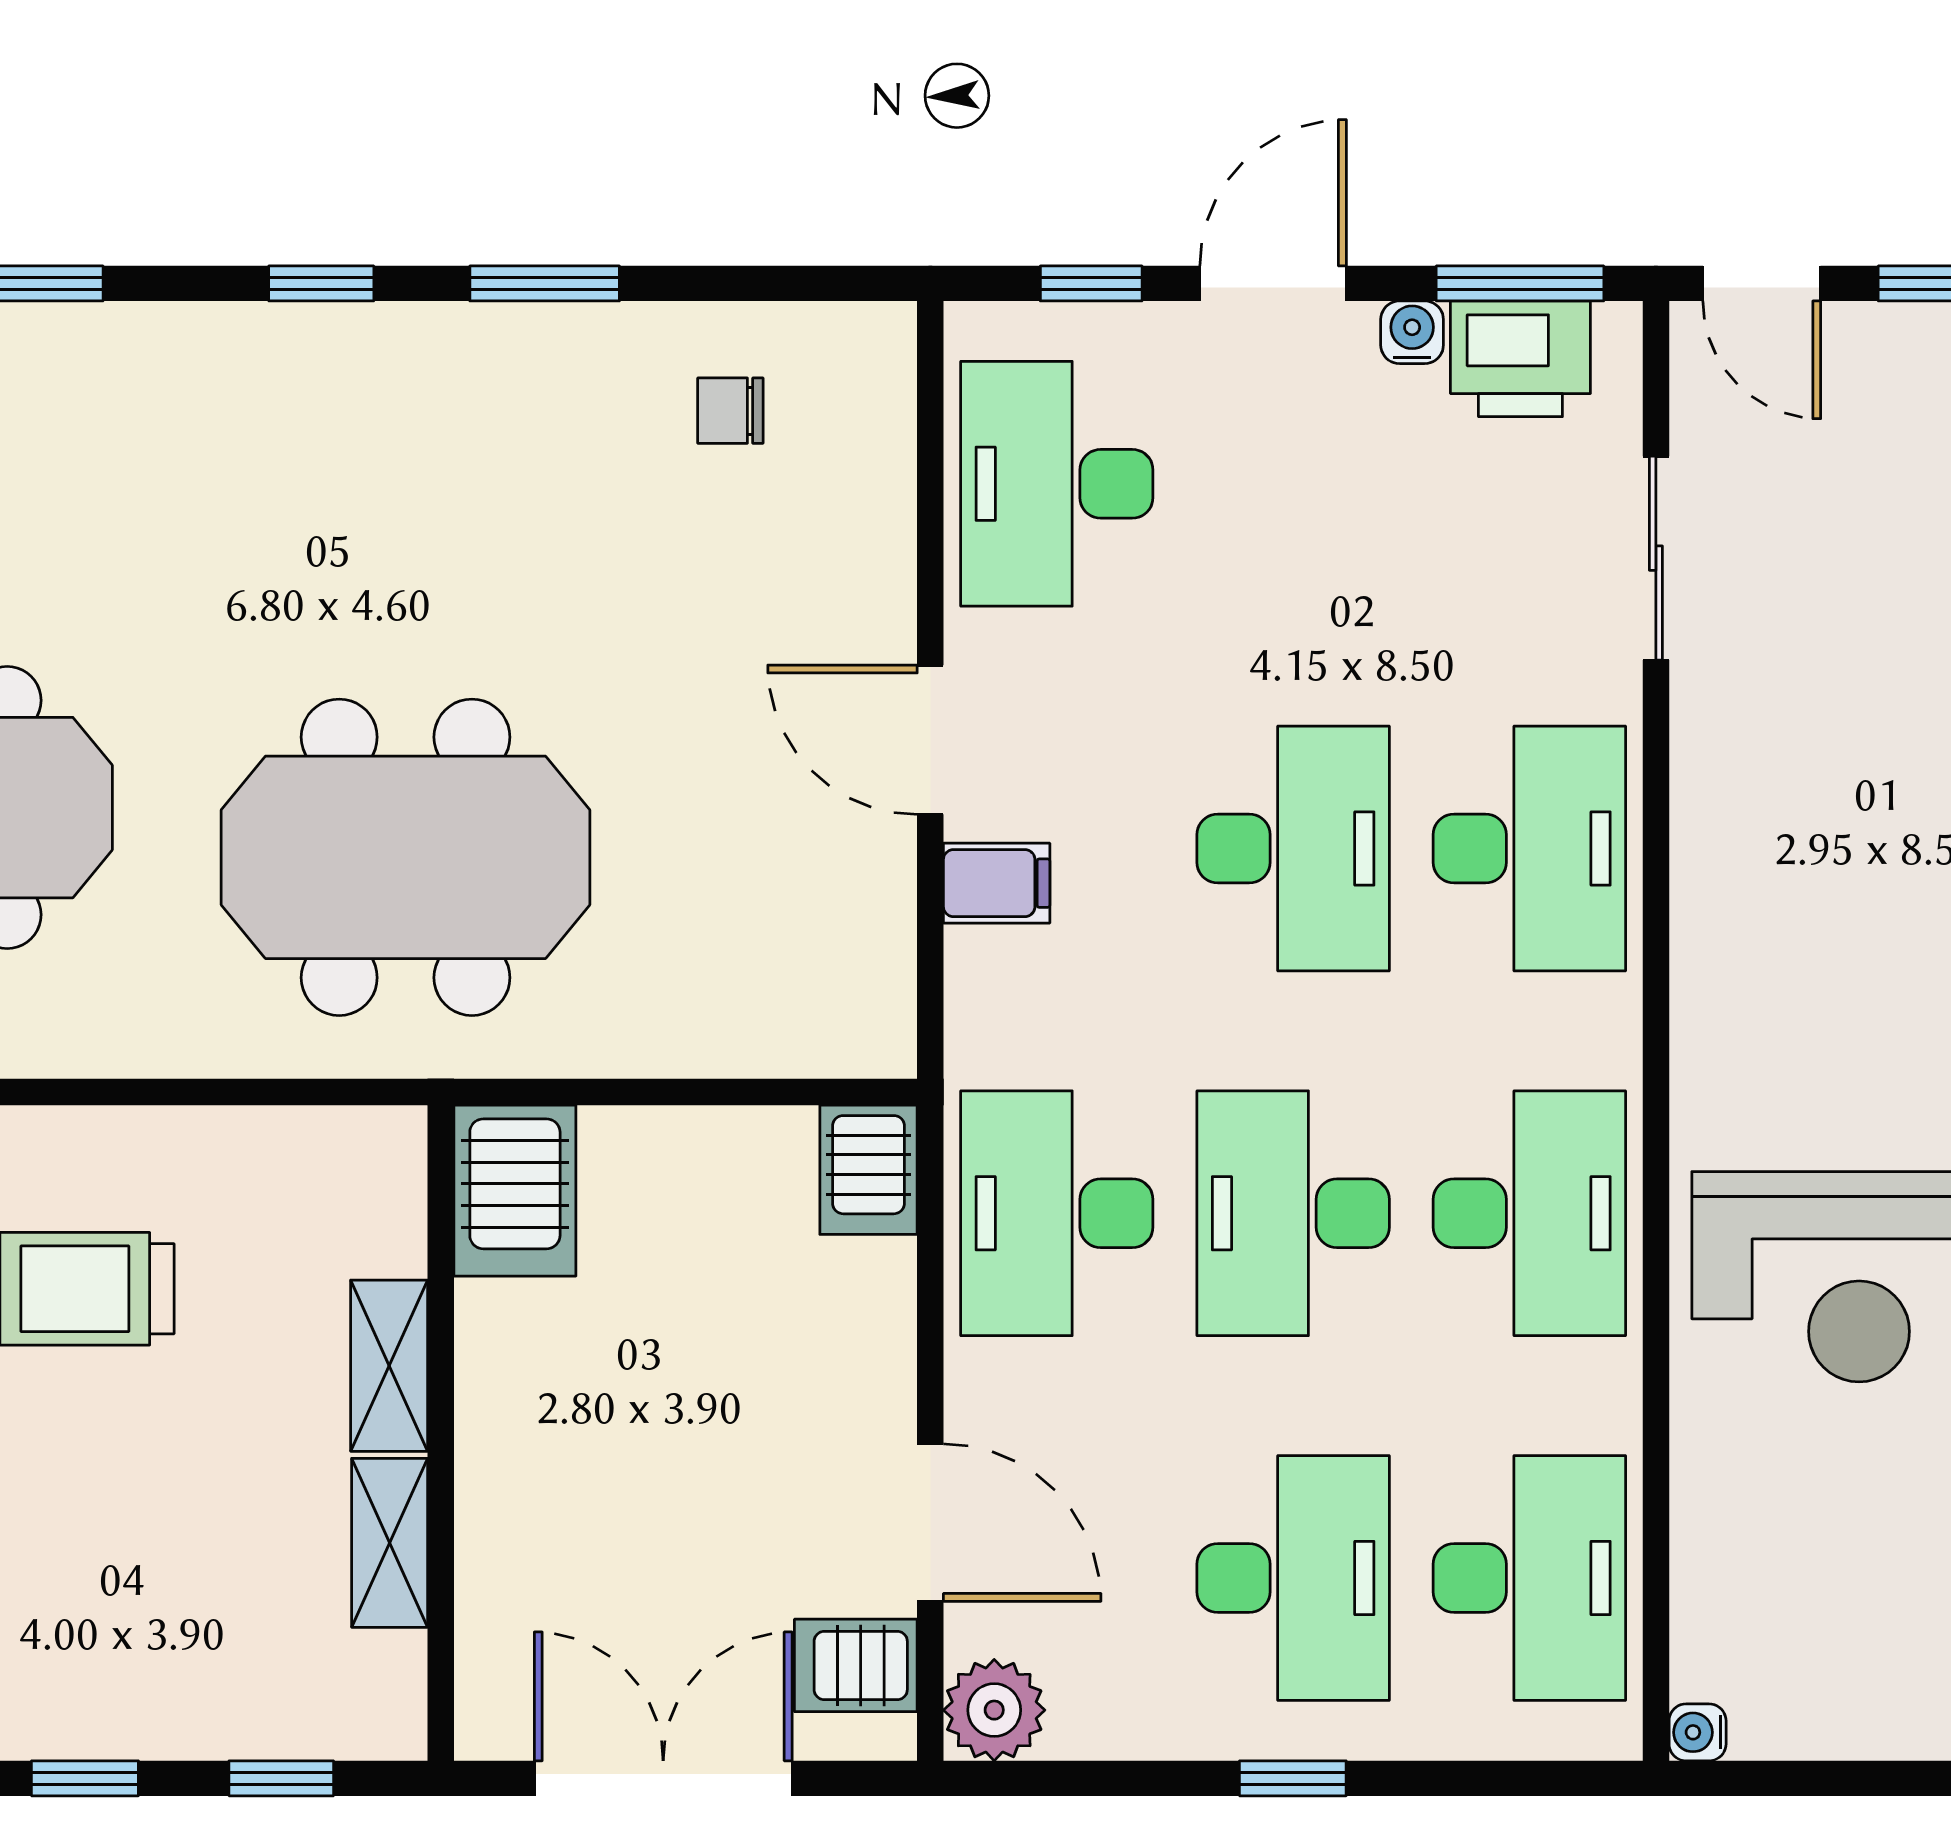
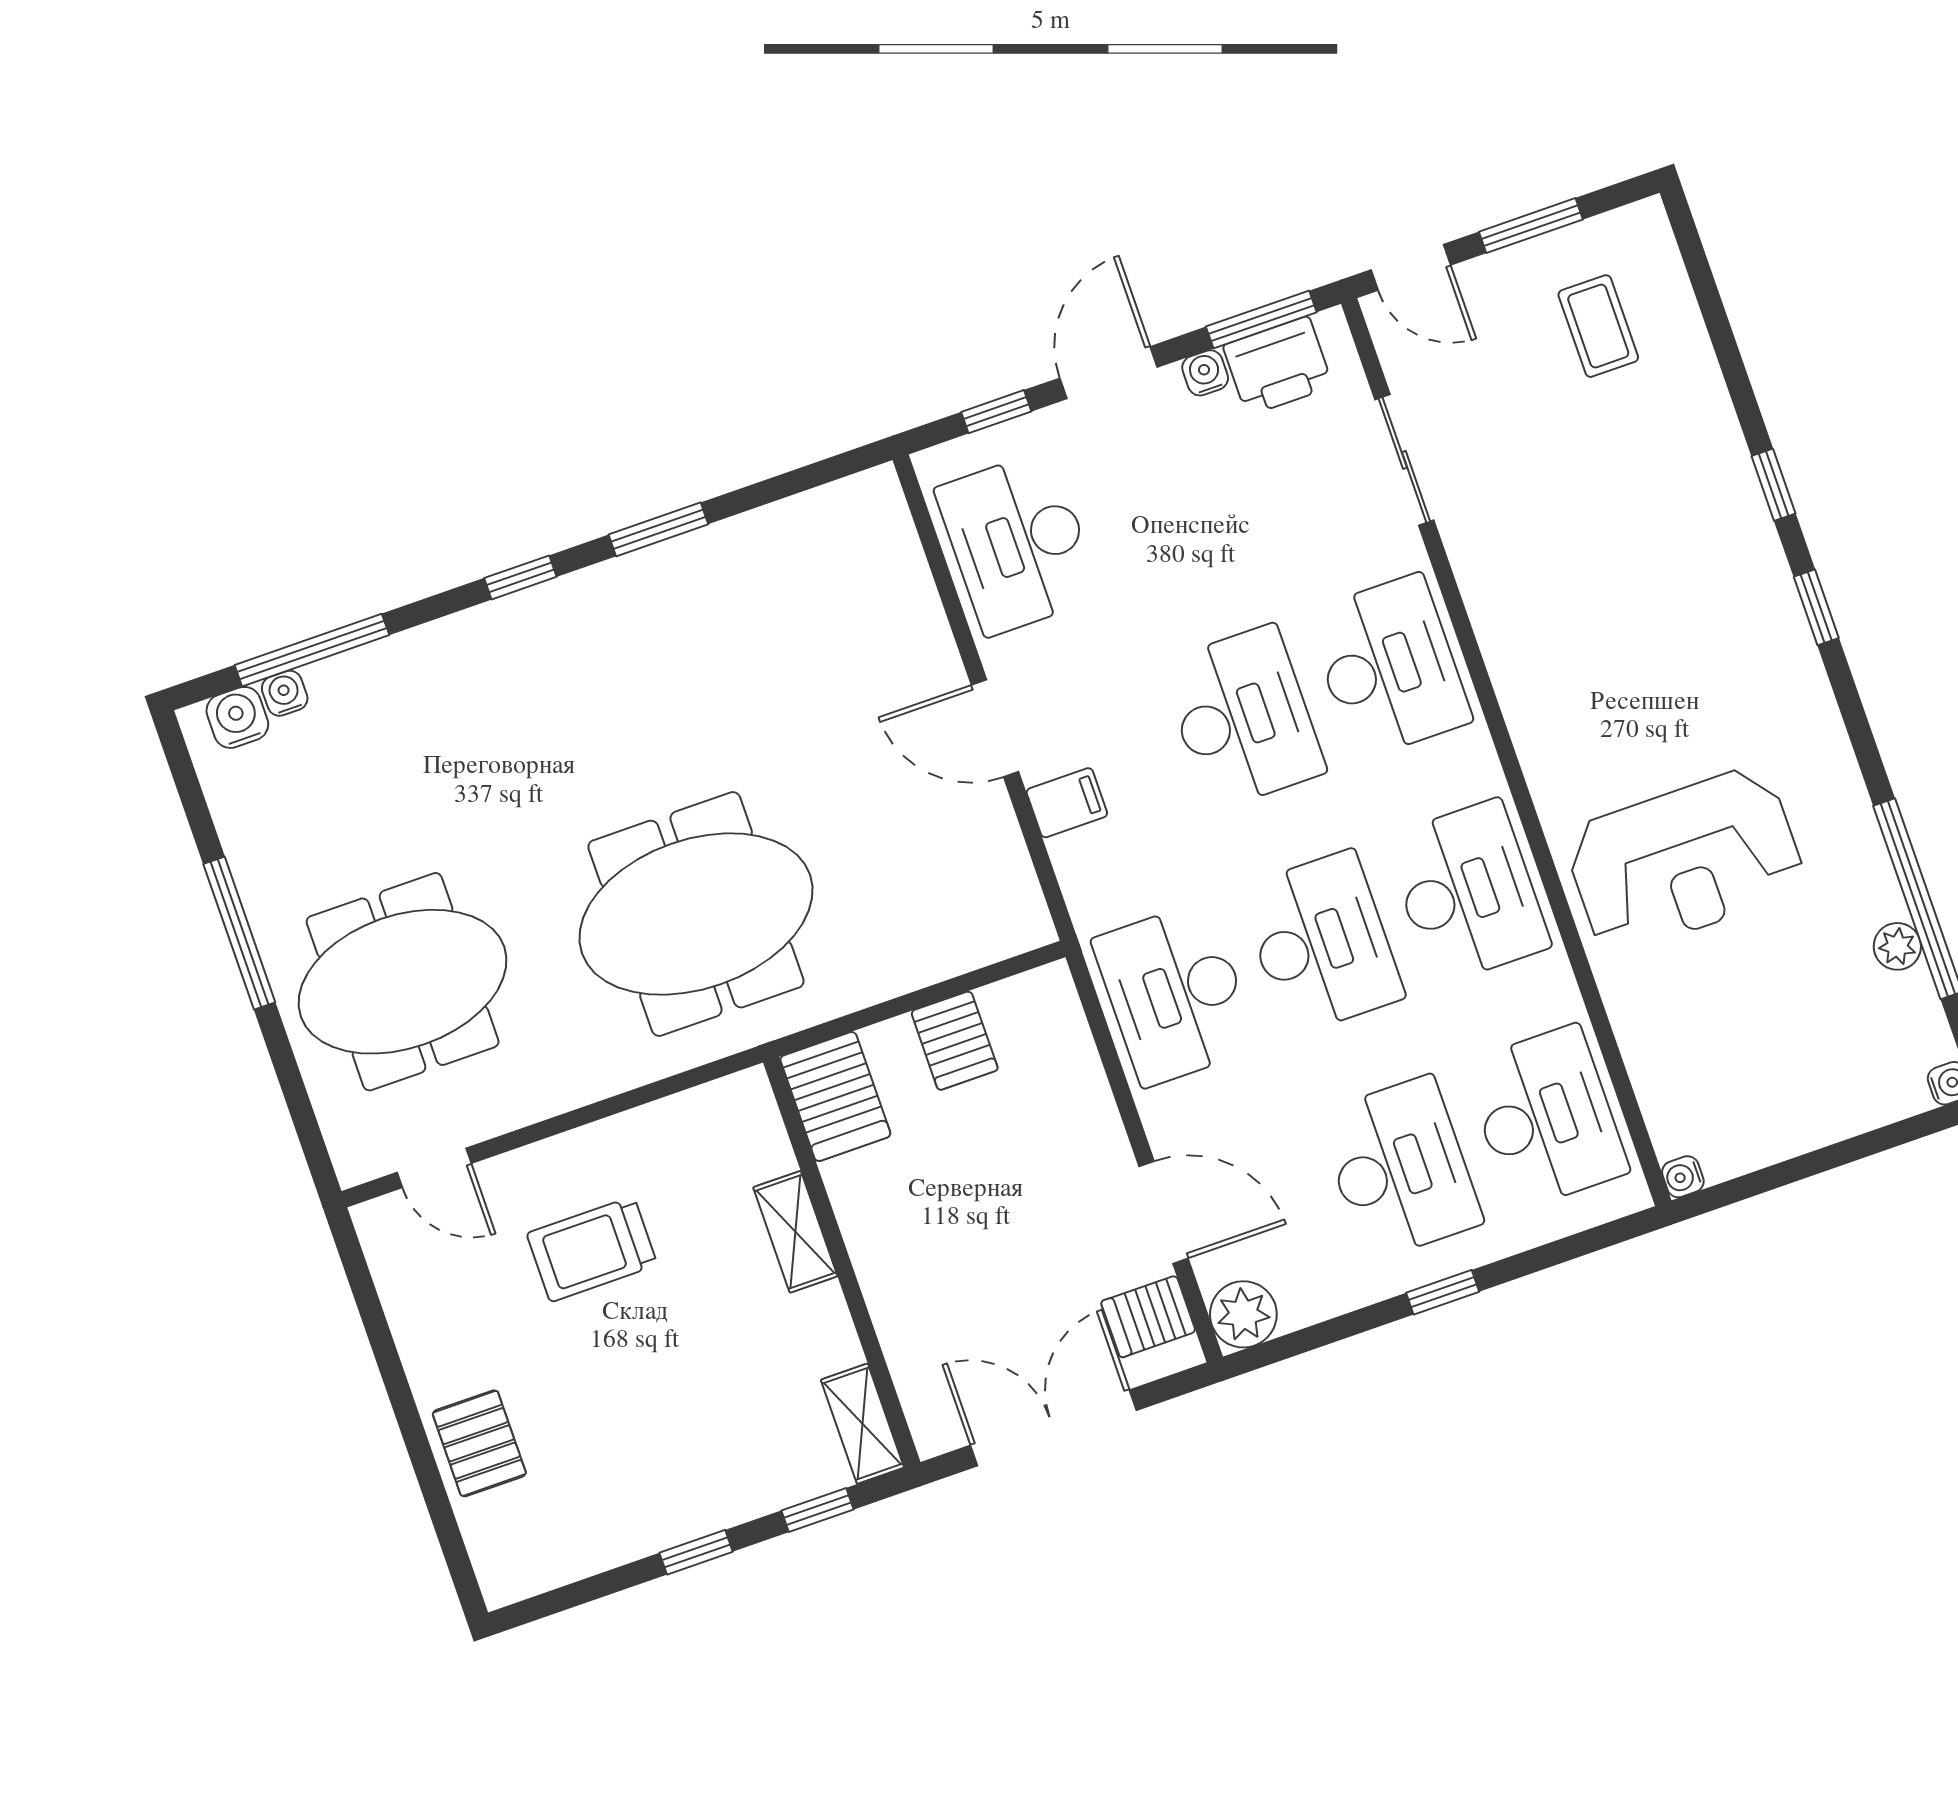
chair: (730, 411) -> (801, 568), removed
server rack: (868, 1170) -> (955, 1041), moved
desk: (1293, 1213) -> (1321, 943), turned 180
shelving: (390, 1543) -> (862, 1424), moved

